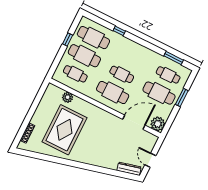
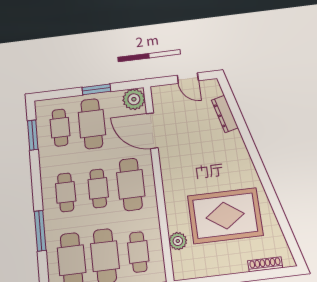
window: (119, 31) -> (40, 231), width x2.17
cafe table: (131, 56) -> (66, 192), added
window: (182, 97) -> (96, 89), moved
door: (150, 160) -> (188, 78), hinge flipped
dresser: (129, 169) -> (225, 114), moved

